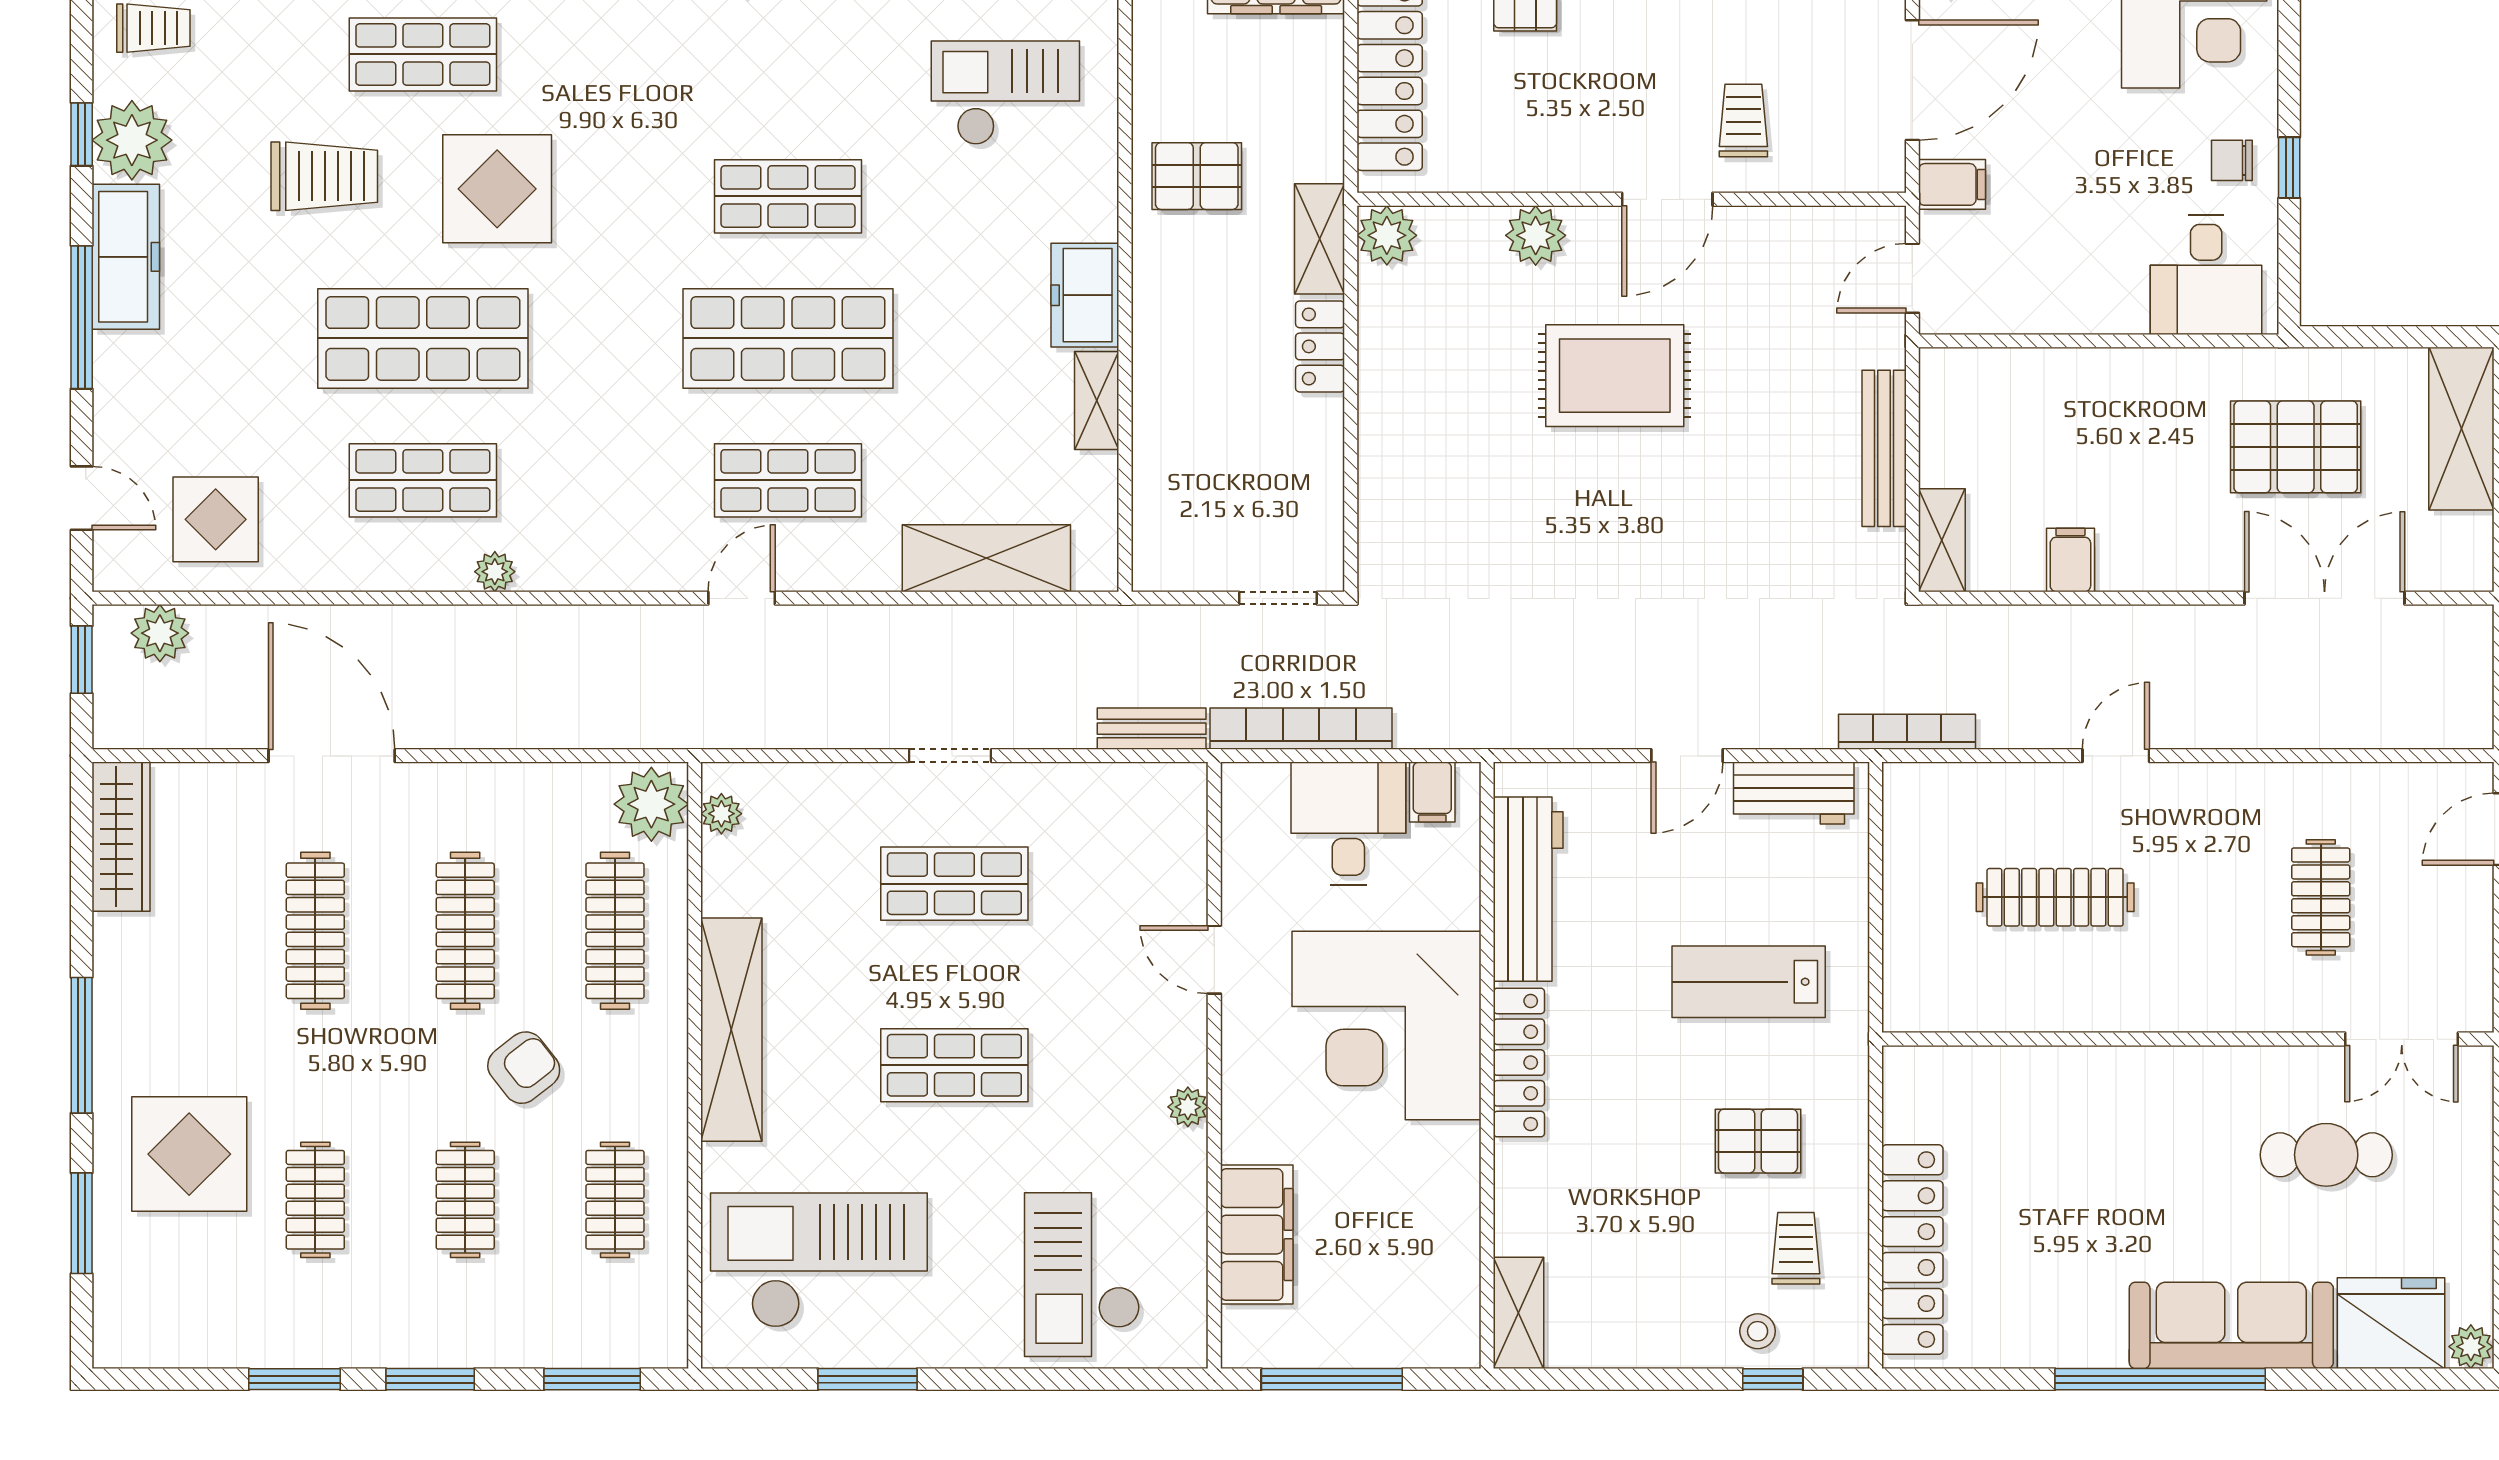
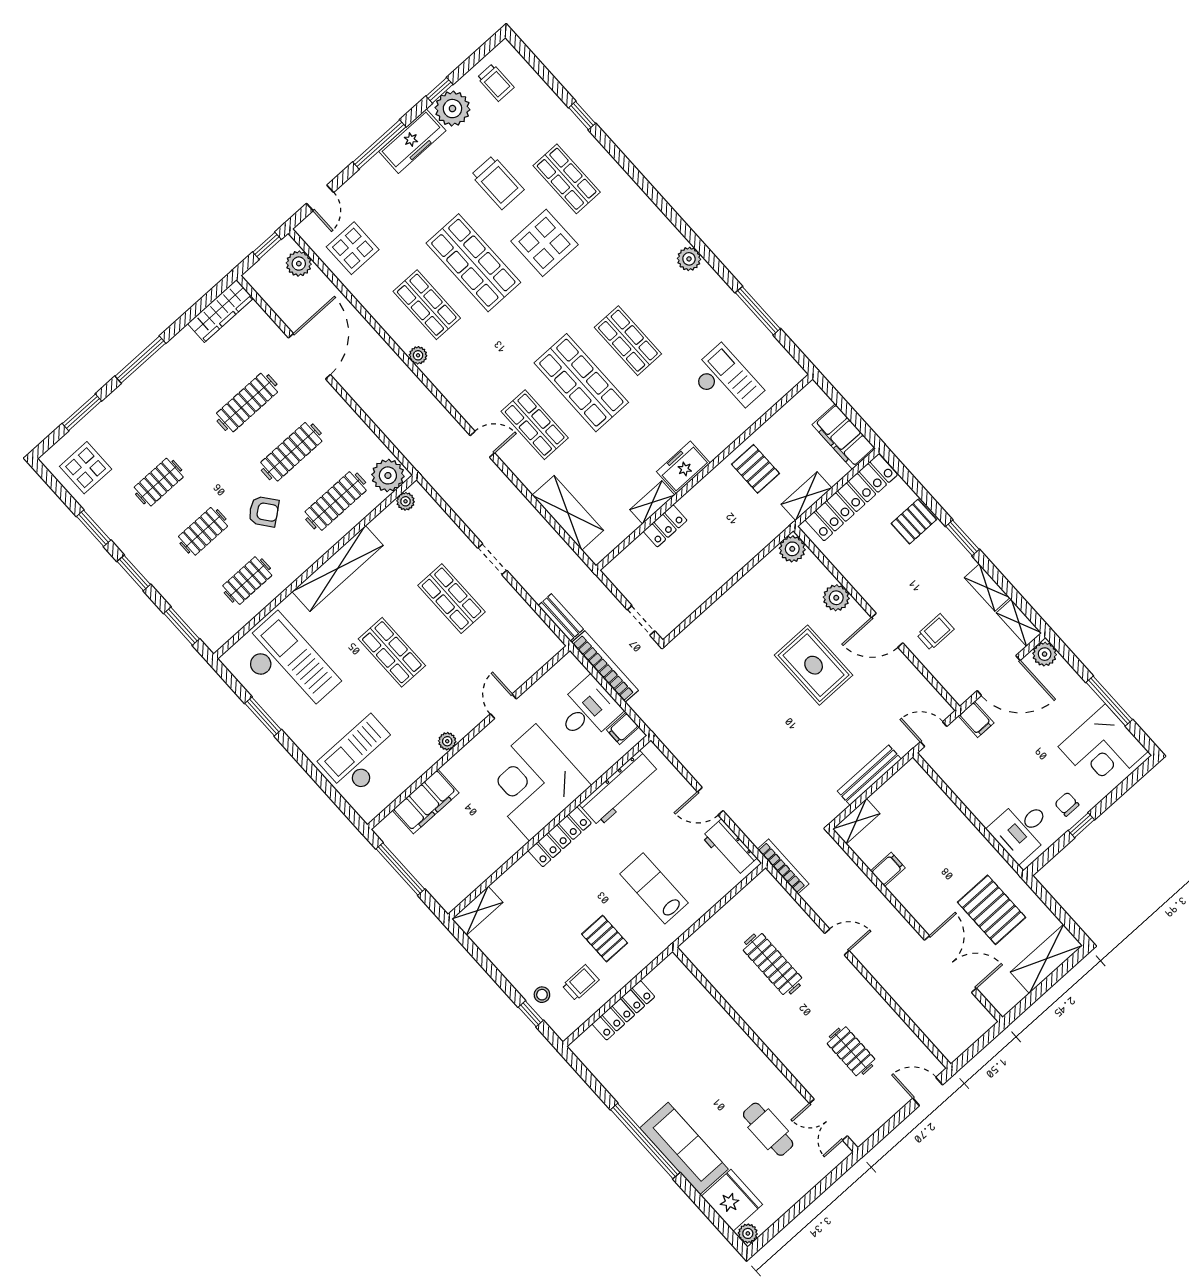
shelving: (1320, 239) -> (806, 496), moved
locker: (1320, 346) -> (665, 526), moved, turned 180
clothes rail: (2321, 897) -> (851, 1051), turned 90
display table: (189, 1154) -> (86, 468), moved, width x0.73, depth x0.73
locker: (1912, 1250) -> (623, 1010), width x0.71, depth x0.83

